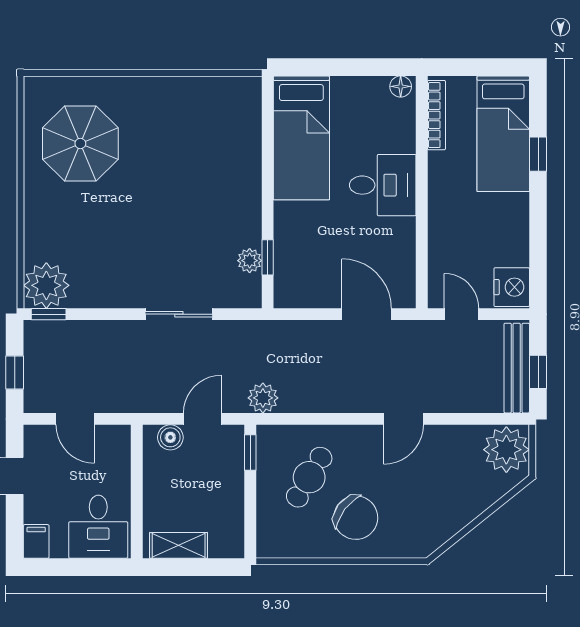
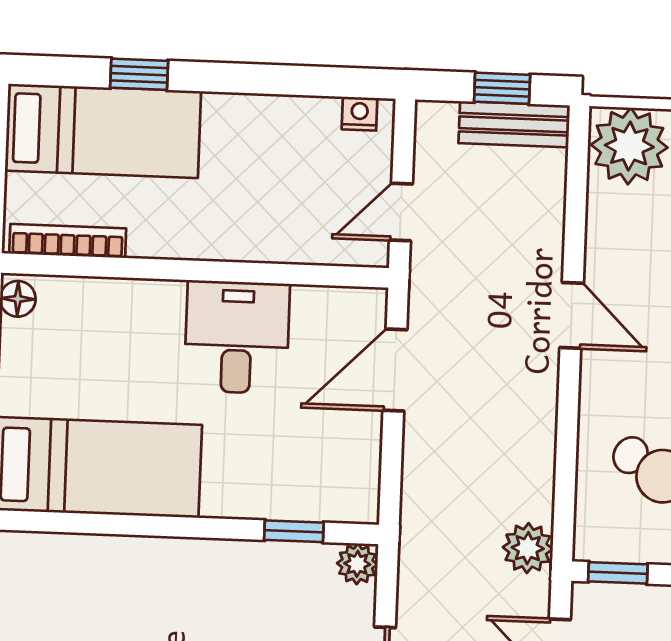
desk: (383, 185) -> (237, 337), moved
plant: (250, 261) -> (357, 564), moved
nightstand: (512, 287) -> (360, 114), width x0.53, depth x0.56
bench: (517, 368) -> (514, 124), width x0.73

